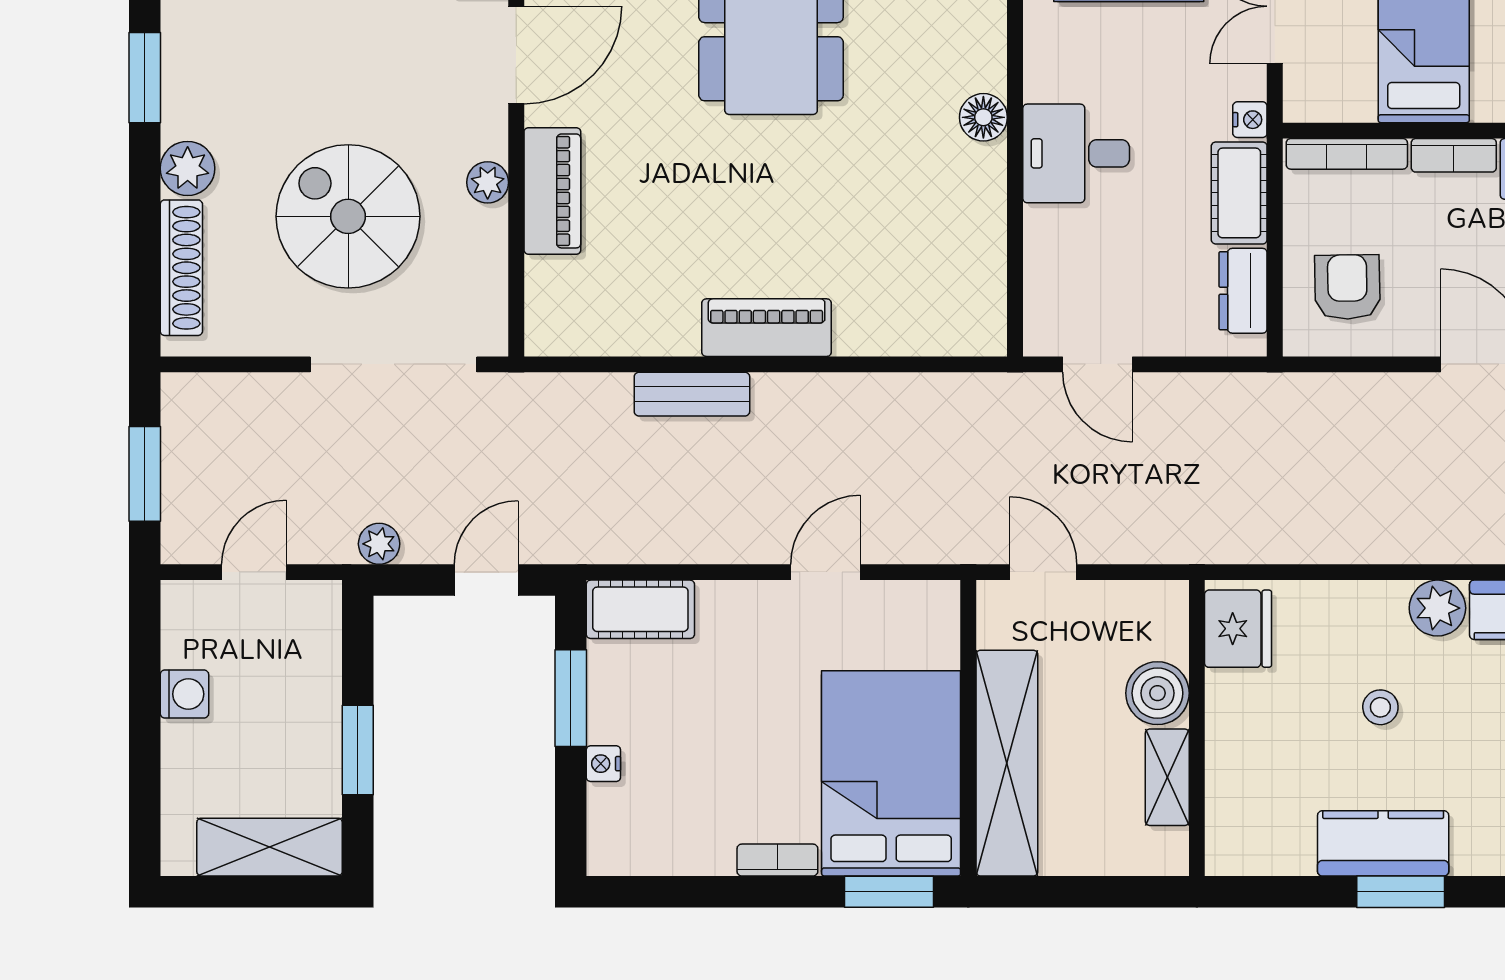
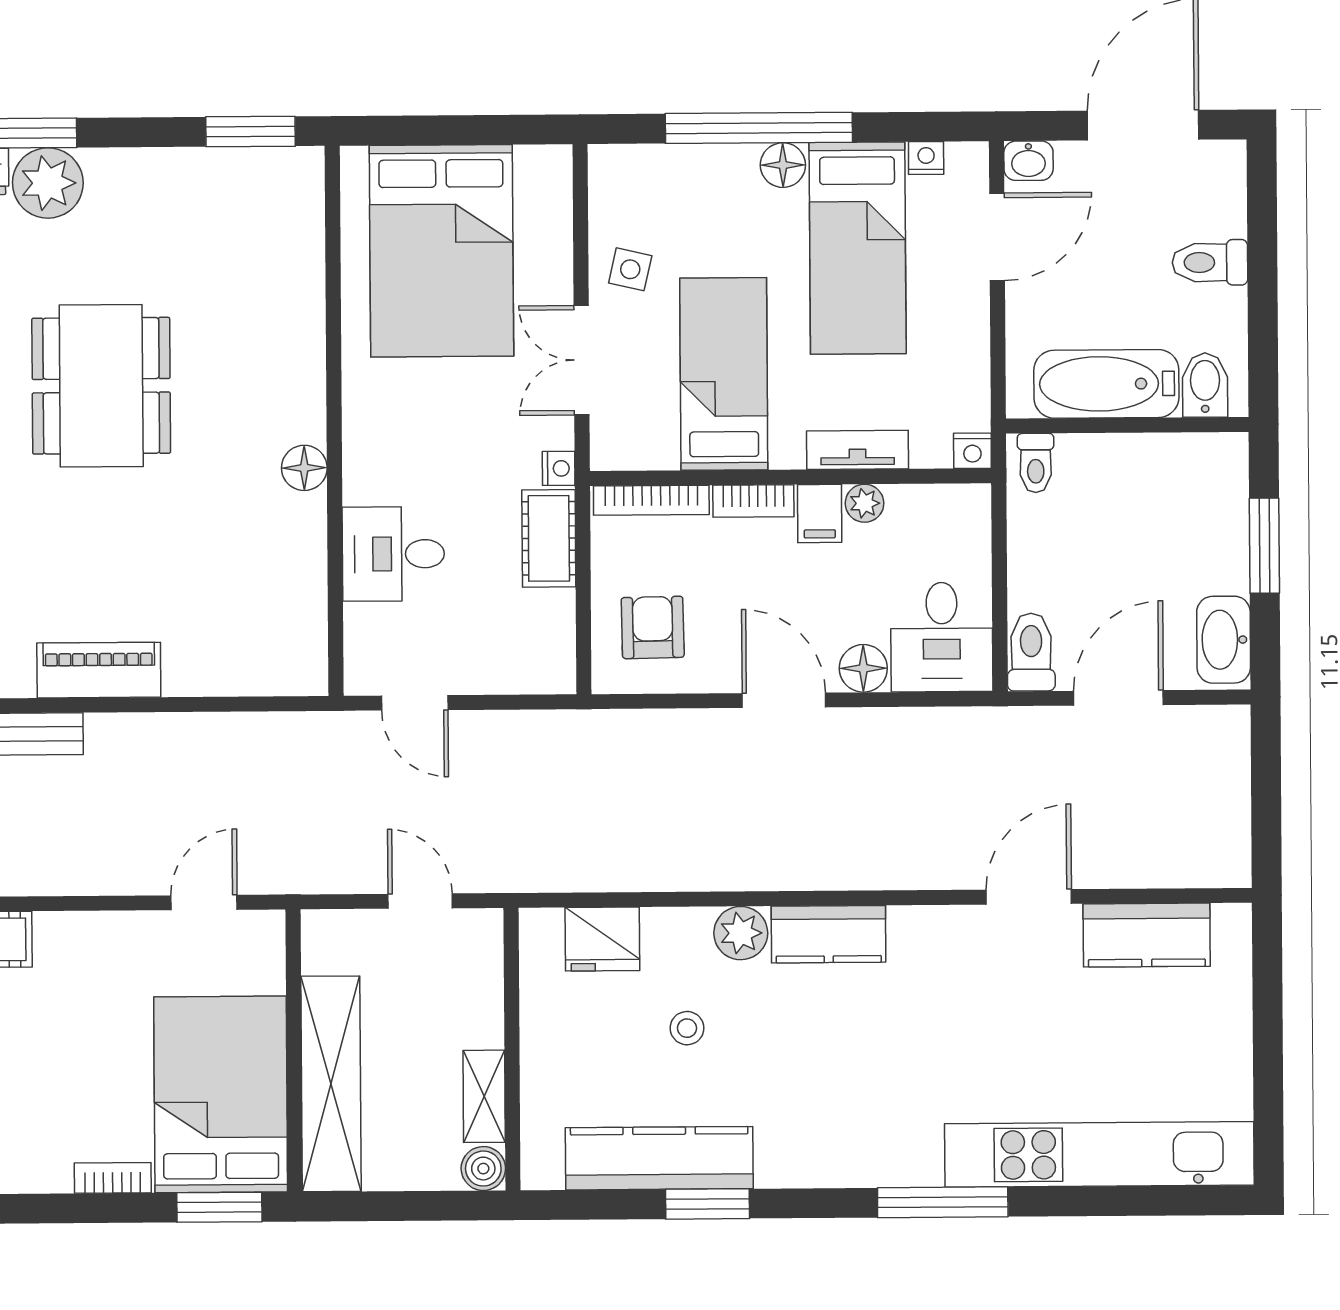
desk: (1076, 153) -> (393, 554), moved
dresser: (1243, 291) -> (553, 632), removed
door: (825, 572) -> (204, 903), moved
door: (1043, 572) -> (420, 901), moved
fridge: (1238, 629) -> (602, 939), moved, turned 90
boiler: (1157, 693) -> (483, 1169), moved, width x0.73, depth x0.73
kitchen counter: (1383, 843) -> (659, 1158), width x1.50

